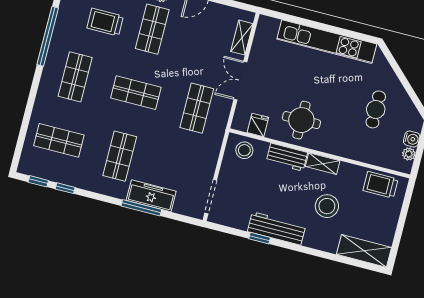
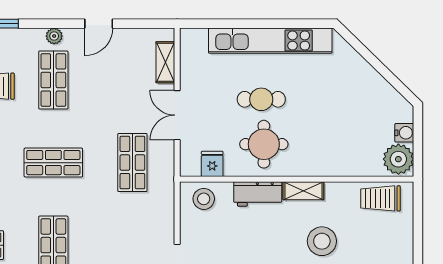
cafe table: (376, 109) -> (261, 99), moved, turned 90
plant: (409, 154) -> (398, 159), width x1.87, depth x1.87

